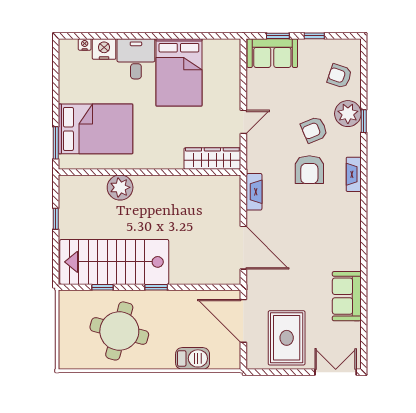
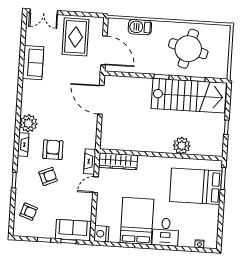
nightstand: (104, 49) -> (101, 234), moved, turned 90
plant: (348, 114) -> (28, 123), moved
fireplace: (254, 192) -> (90, 161), moved

